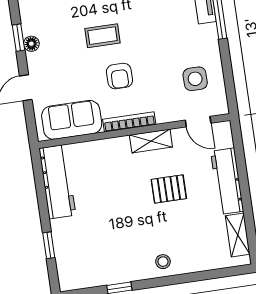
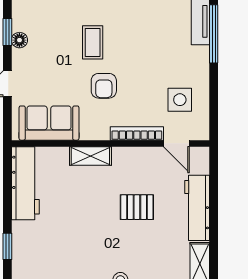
coffee table: (103, 36) -> (93, 42), turned 90
bookcase: (129, 122) -> (137, 133), moved
shelving: (151, 141) -> (90, 156), moved

